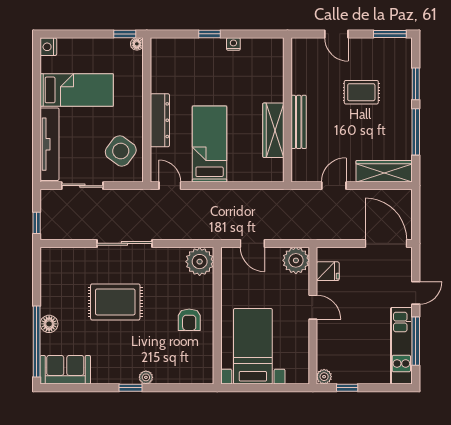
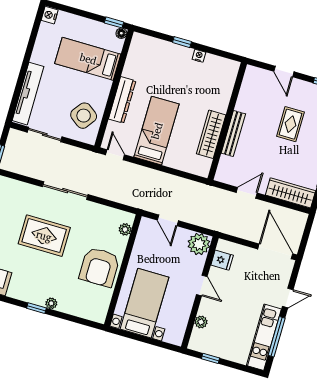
bed: (77, 90) -> (88, 59), moved, turned 180
rug: (361, 92) -> (290, 124), turned 90
plant: (200, 262) -> (125, 229), width x0.53, depth x0.53
armchair: (189, 320) -> (99, 267), width x1.88, depth x1.88
plant: (324, 377) -> (201, 322), moved

